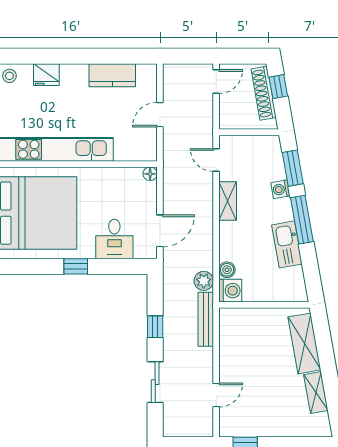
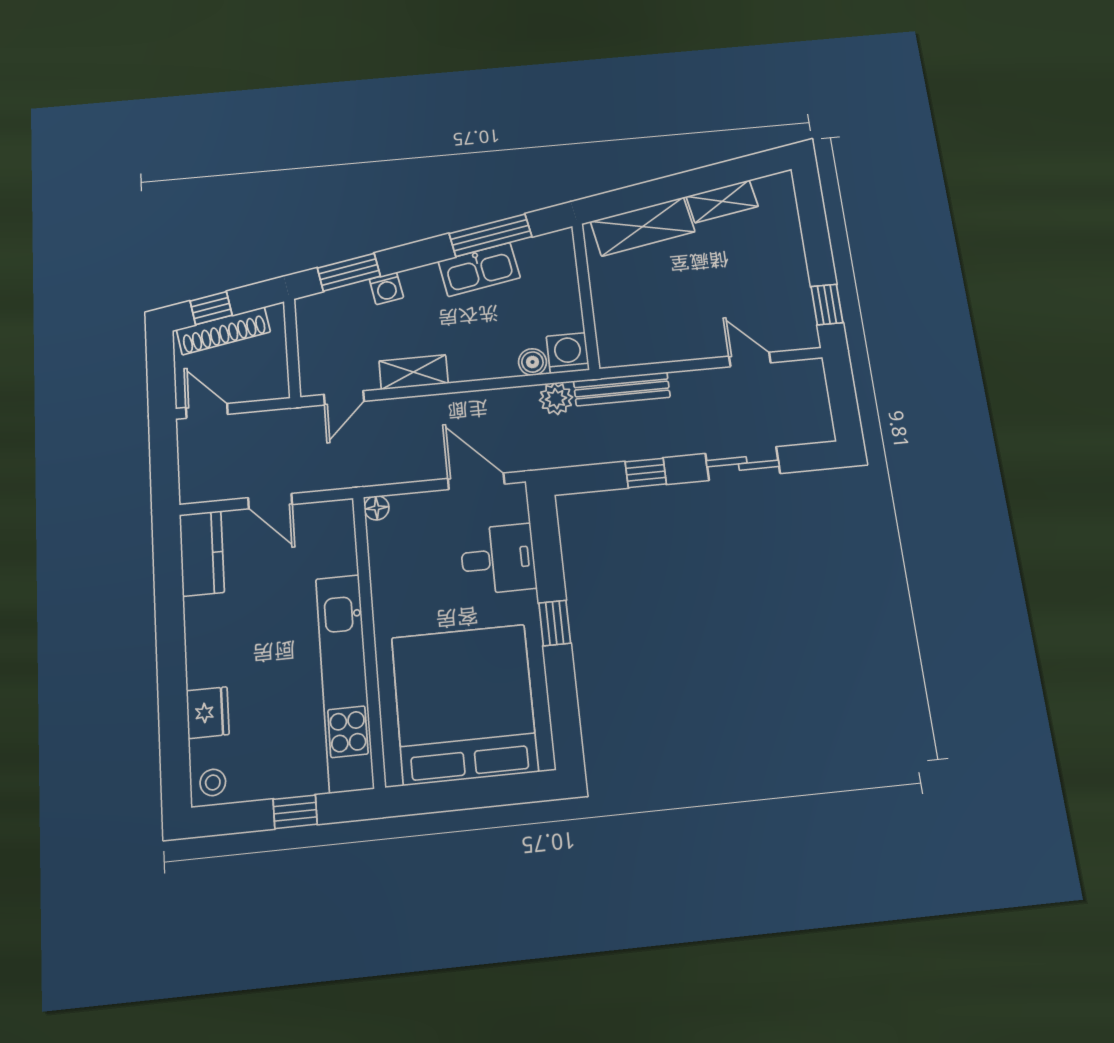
kitchen counter: (112, 75) -> (202, 553), moved
window: (302, 220) -> (491, 235), moved

